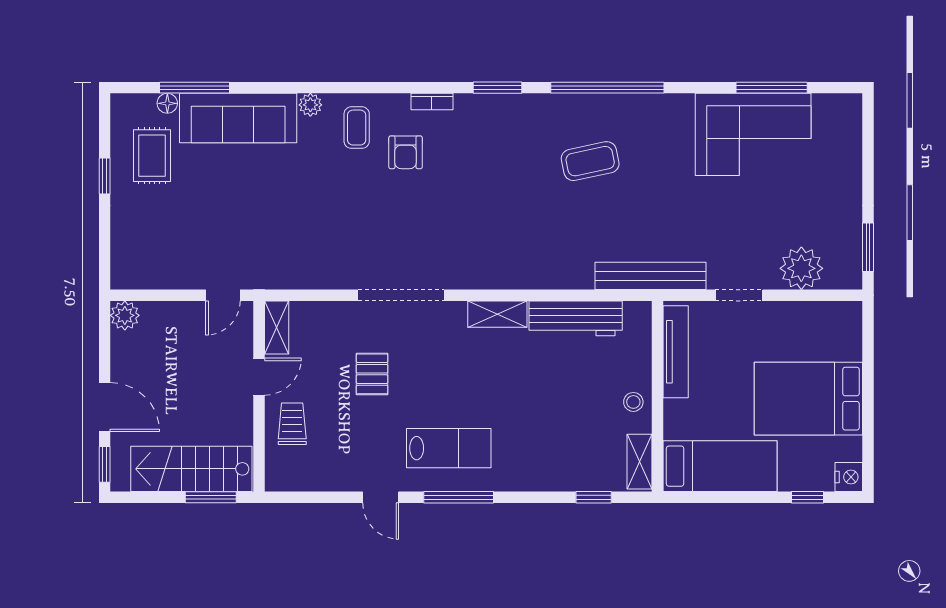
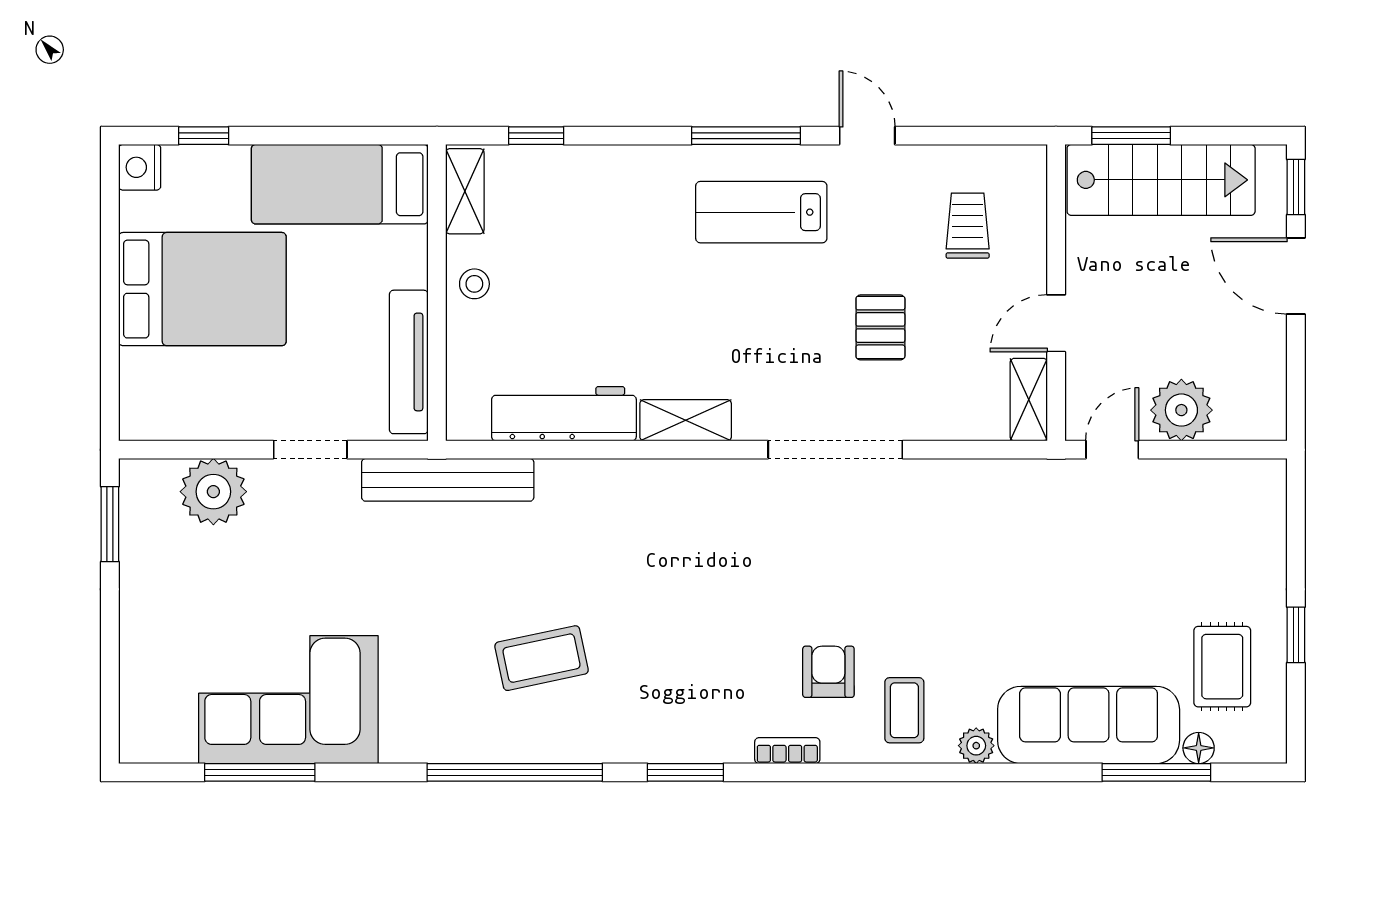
plant: (125, 315) -> (1181, 410), moved, width x1.36, depth x1.36
trolley: (292, 424) -> (968, 226), moved, turned 180

